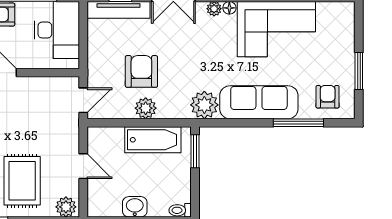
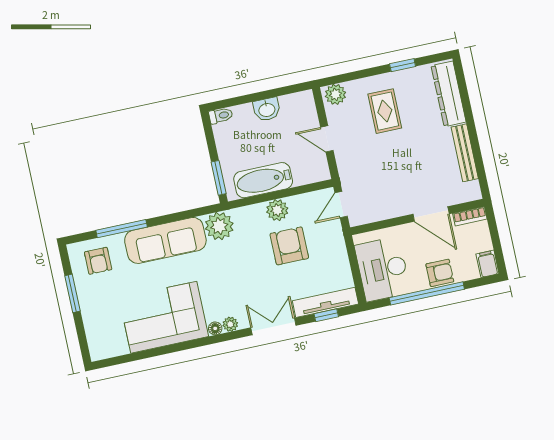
armchair: (141, 71) -> (289, 246), turned 180
rug: (22, 181) -> (385, 111), width x0.73, depth x0.70

